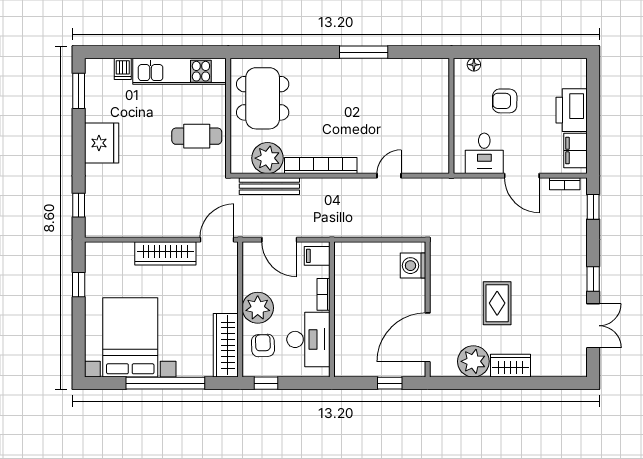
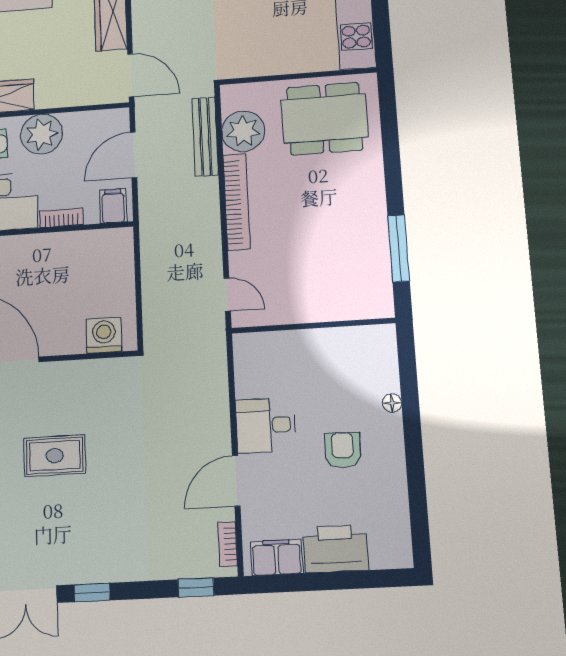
wall: (451, 116) -> (313, 326), moved
cafe table: (197, 136) -> (268, 38), removed

